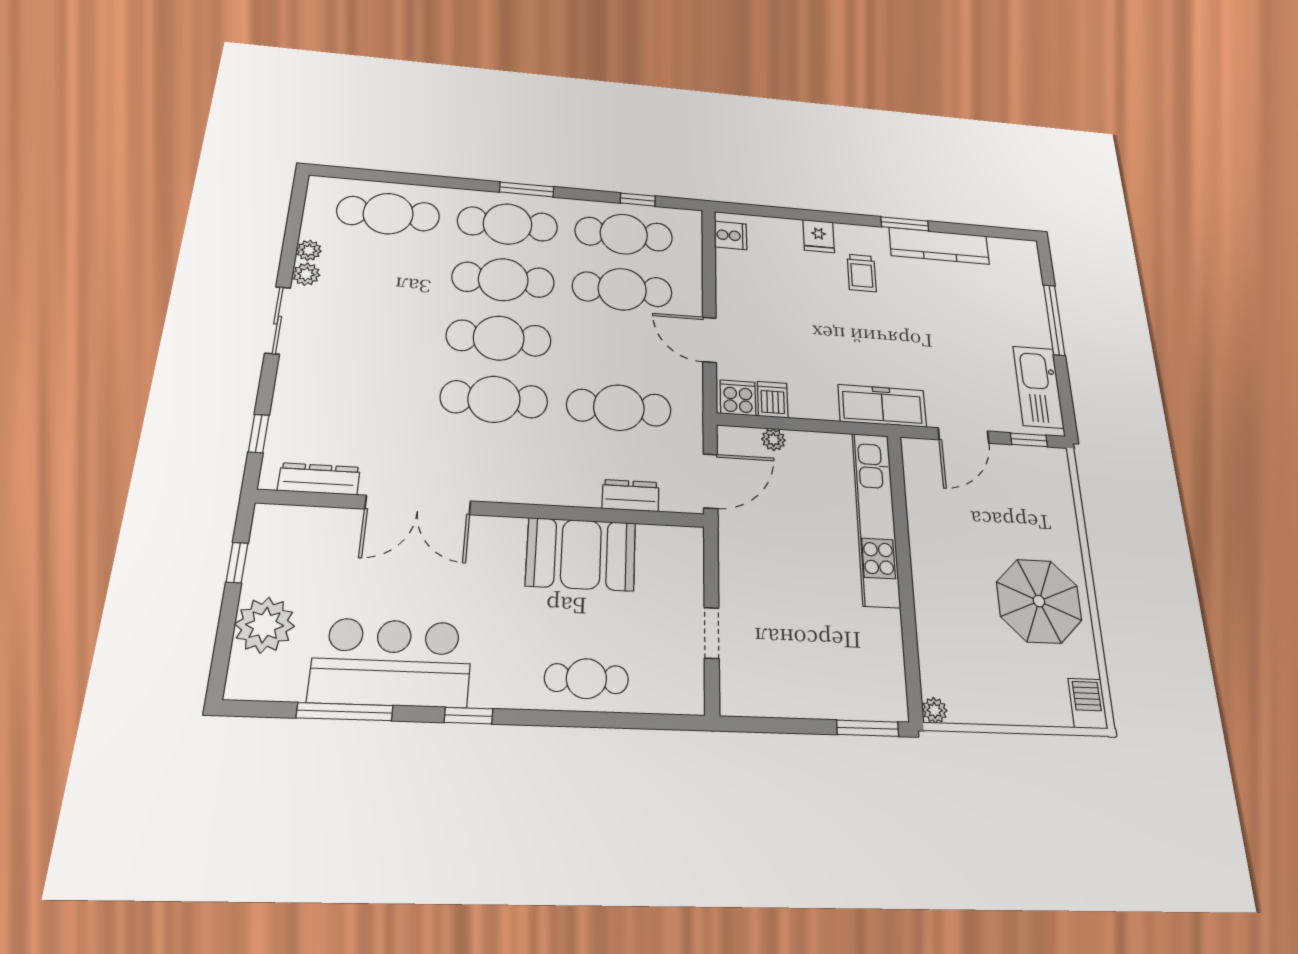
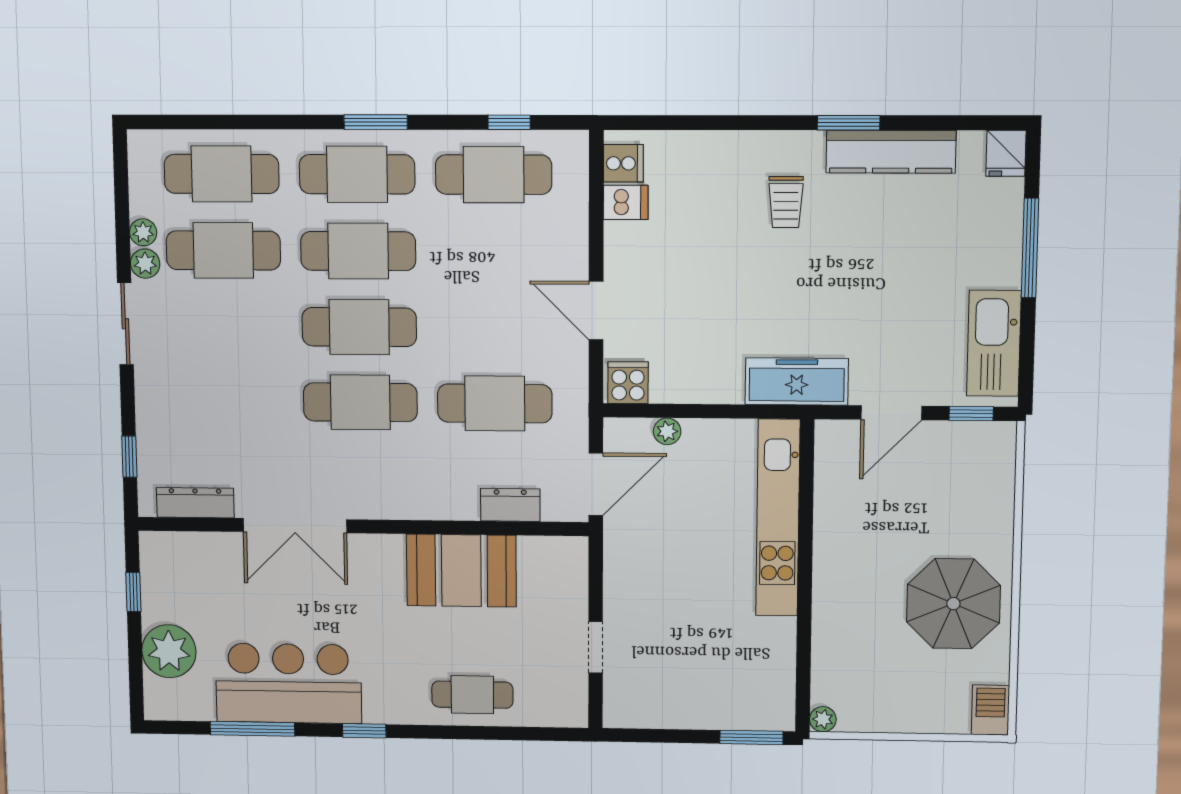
fridge: (819, 236) -> (1006, 153), moved
cafe table: (622, 289) -> (223, 250), moved
dishwasher: (773, 400) -> (626, 202), moved, turned 90

